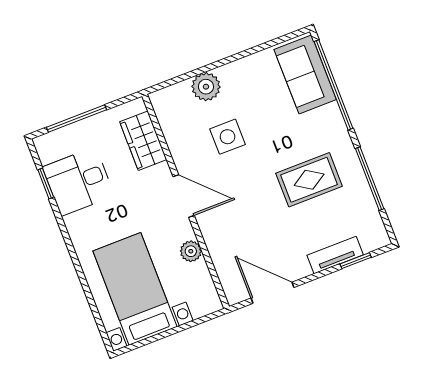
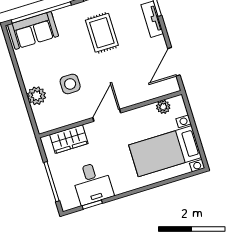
plant: (191, 251) -> (163, 107), moved

